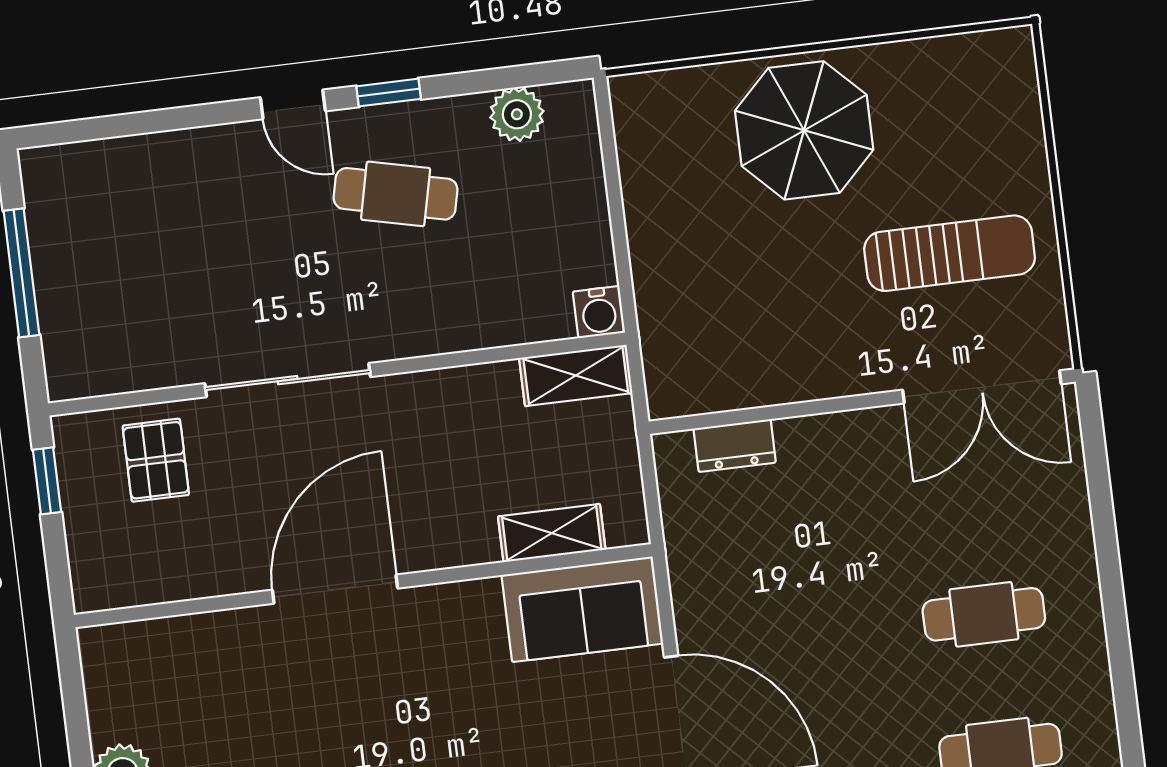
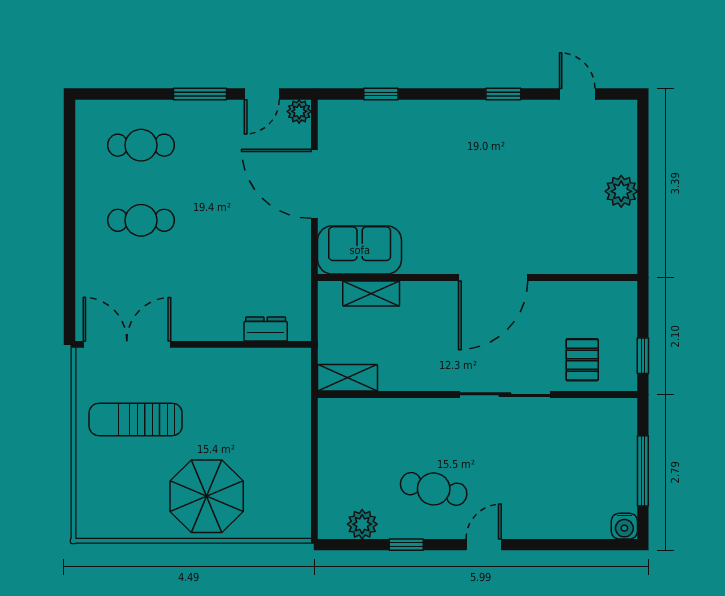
window: (389, 93) -> (406, 545), moved
door: (293, 104) -> (484, 545), hinge flipped
water cooler: (599, 312) -> (624, 526), moved, turned 180

